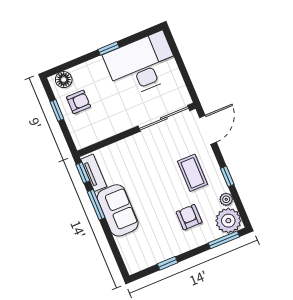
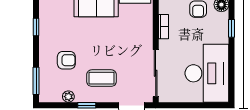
window: (109, 48) -> (232, 28), moved
bookcase: (112, 130) -> (164, 27), added
plant: (228, 221) -> (50, 91), removed

